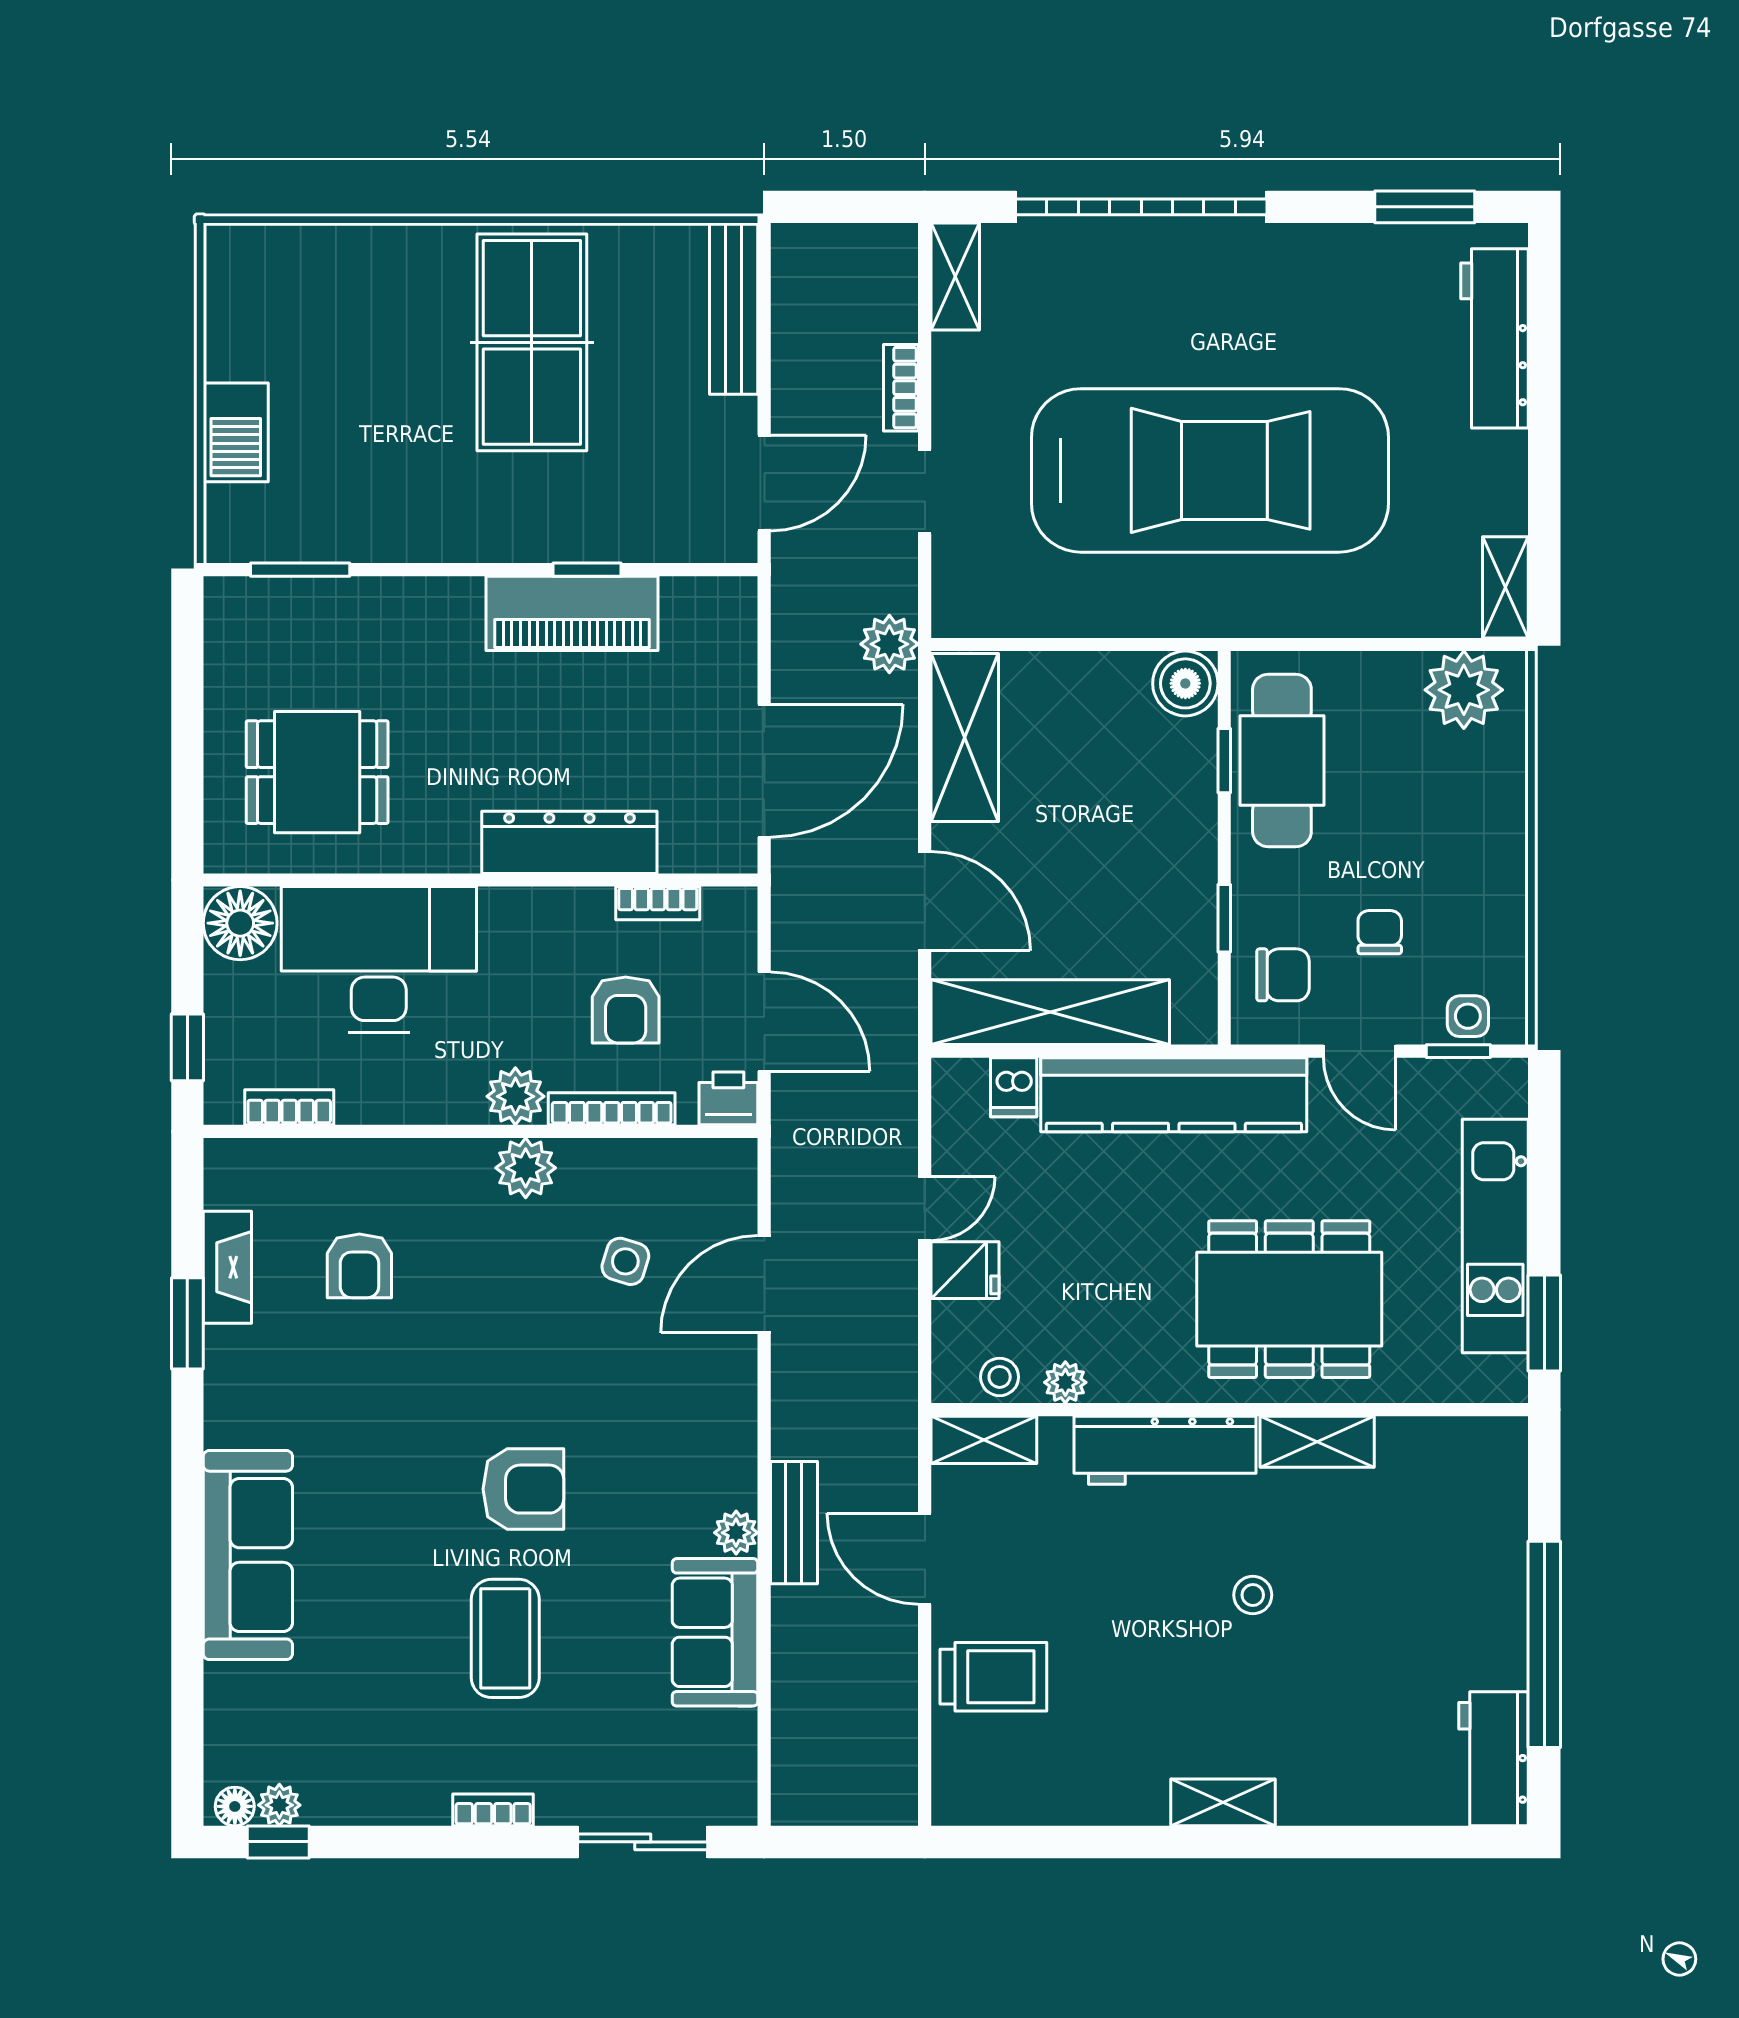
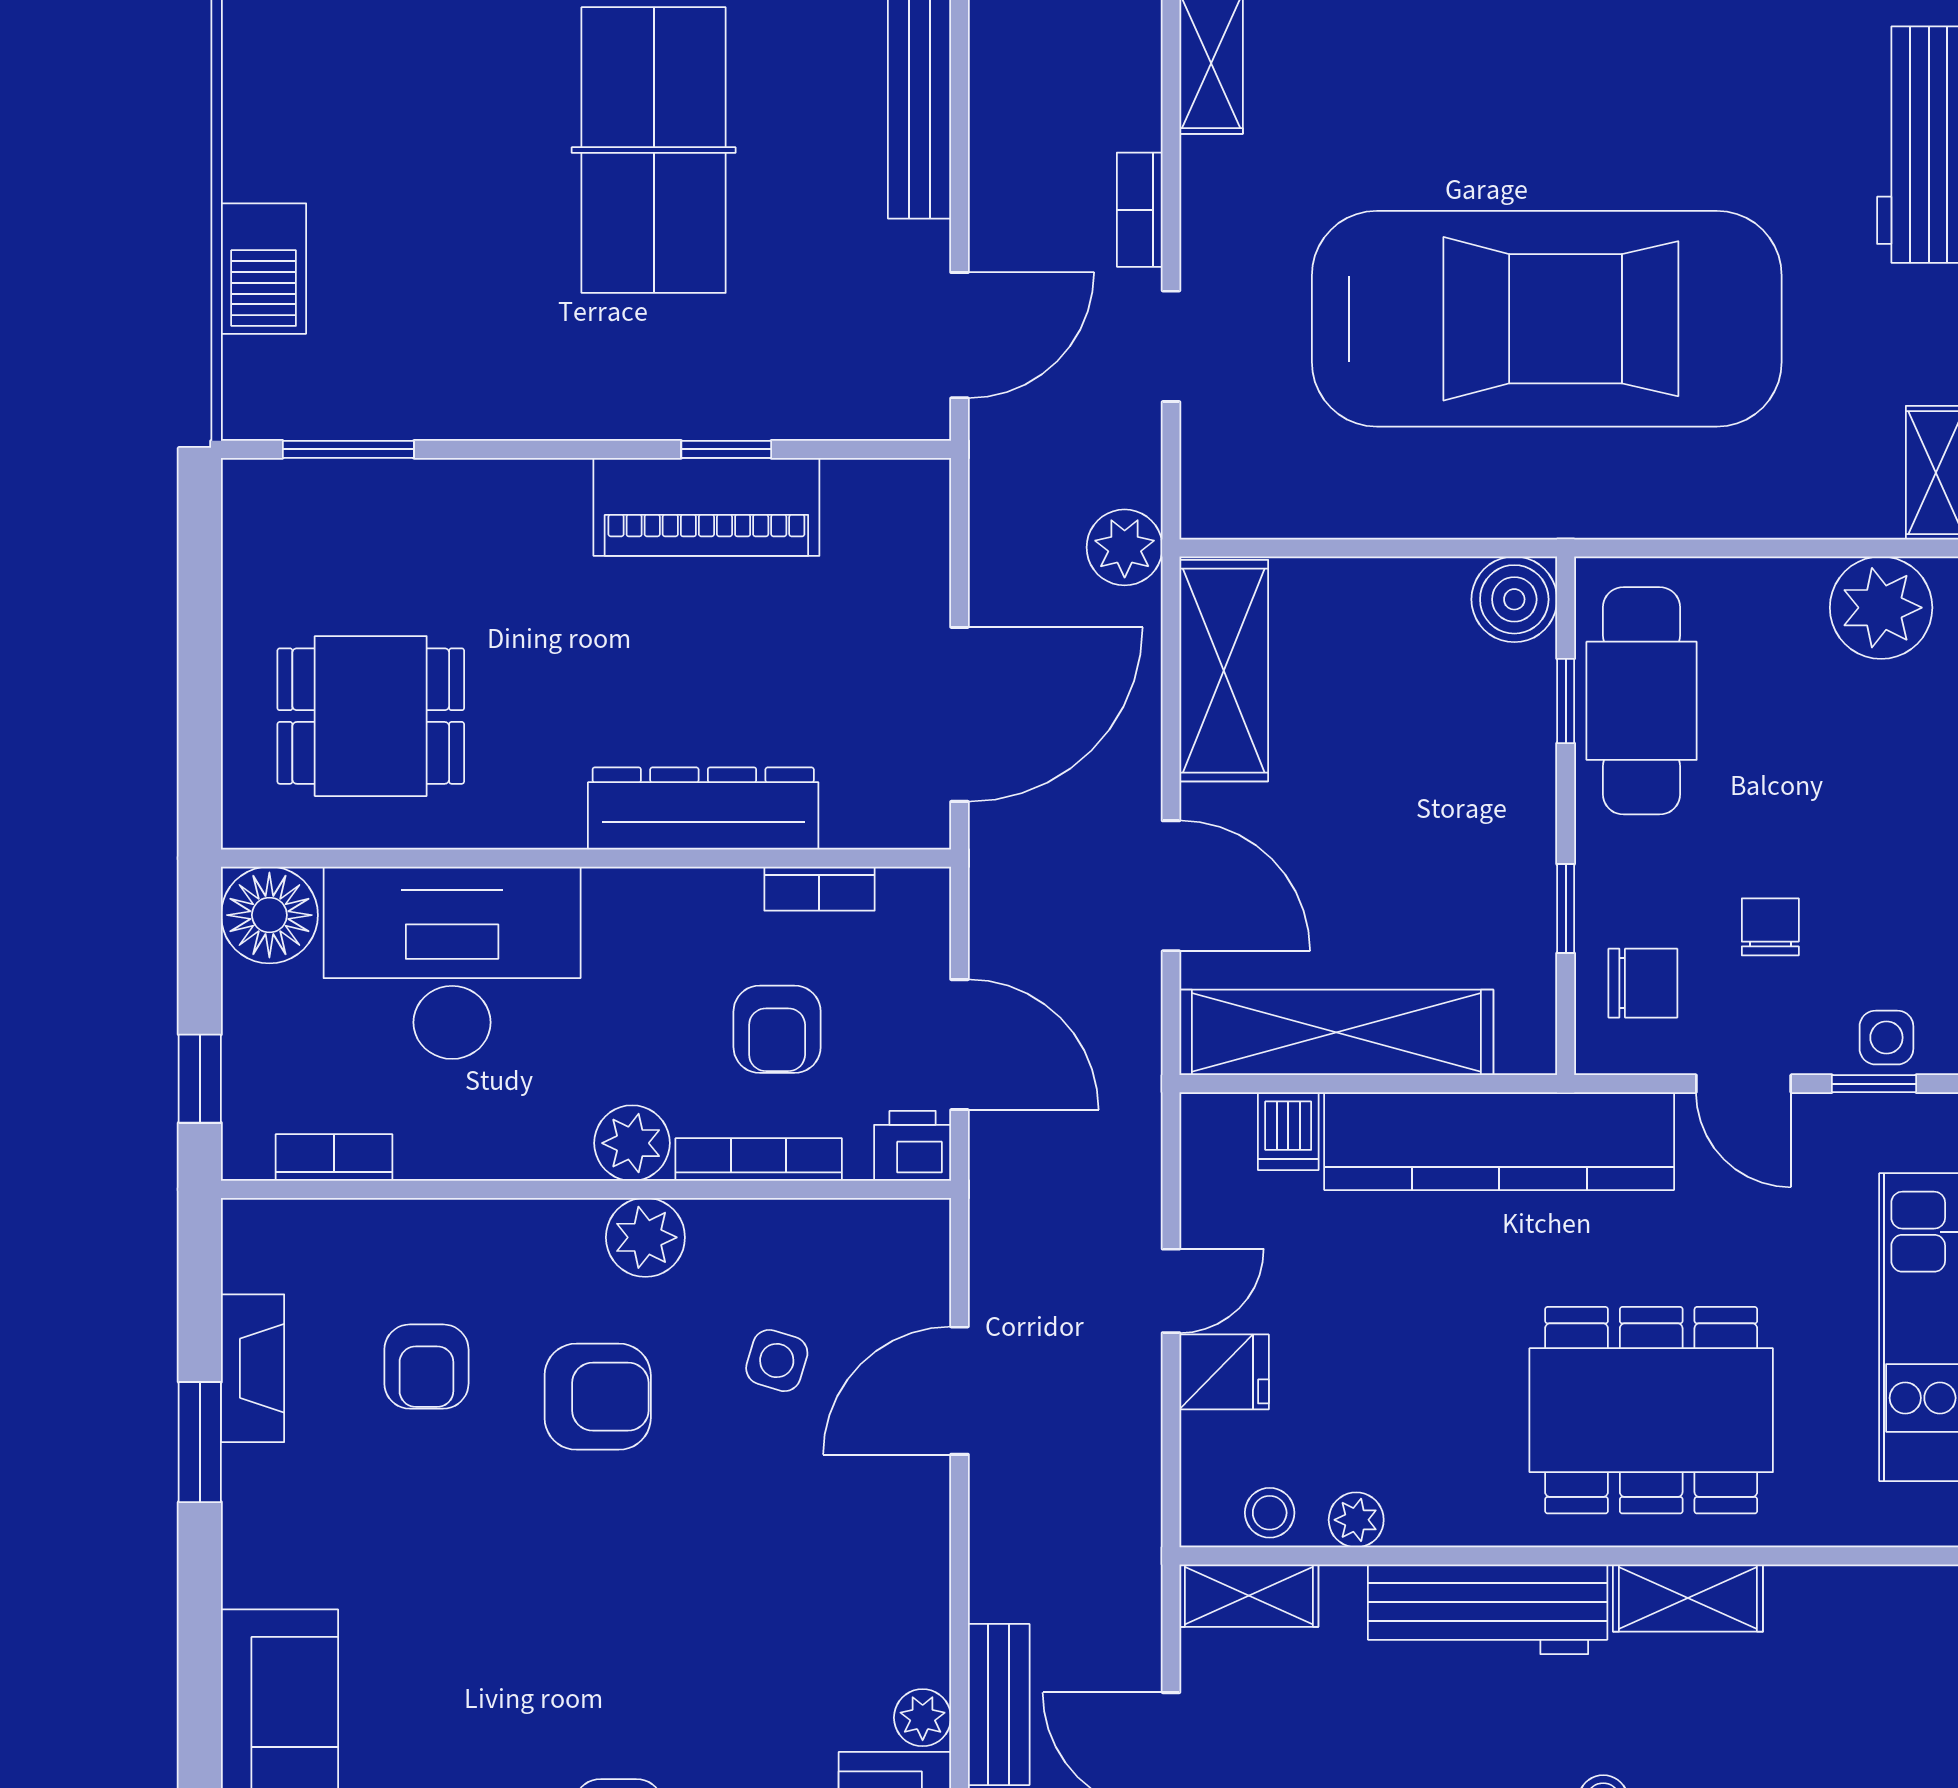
armchair: (523, 1489) -> (598, 1397), moved

